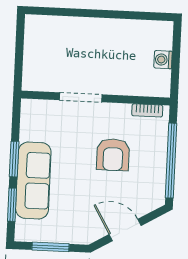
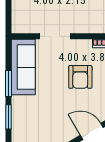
sofa: (33, 180) -> (23, 67), moved

